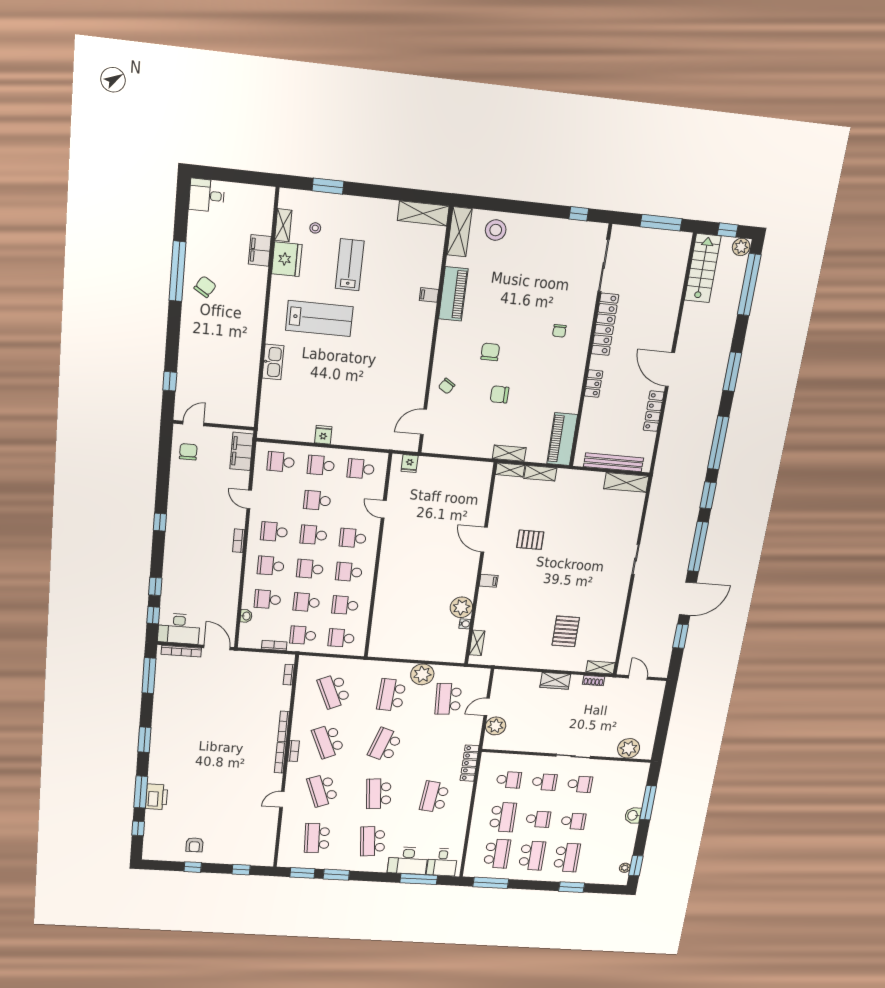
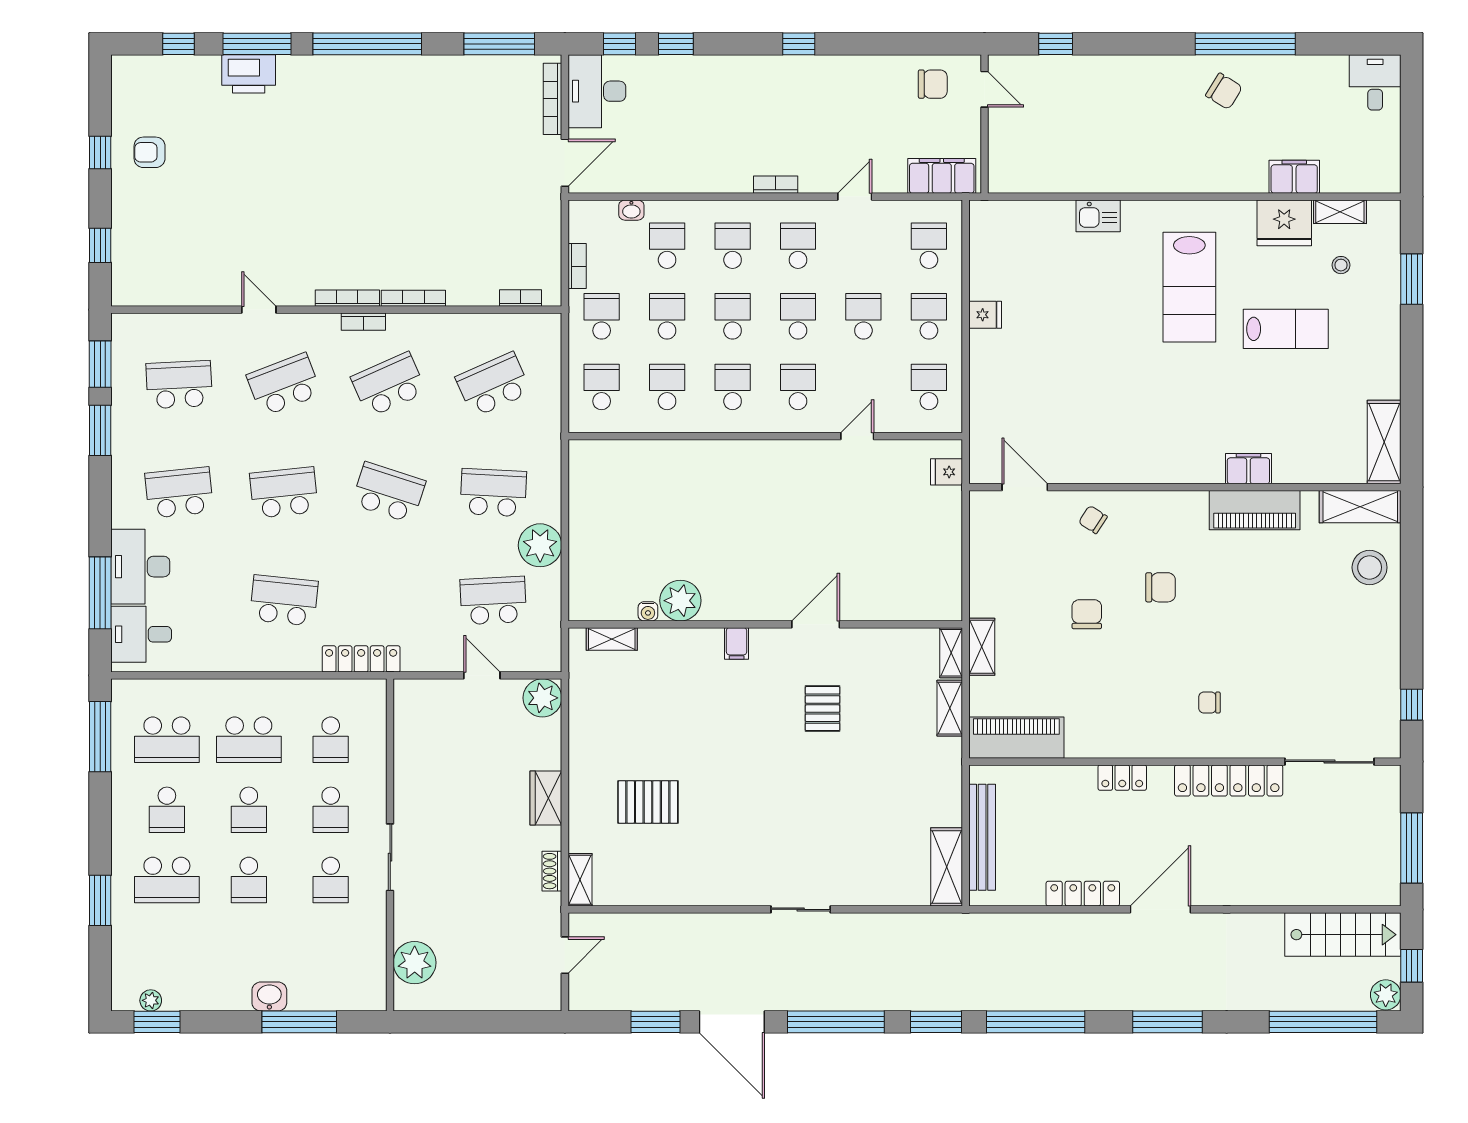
filing cabinet: (429, 295) -> (1248, 469), width x2.00
kitchen sink: (273, 362) -> (1098, 216), width x0.73
plant: (496, 726) -> (542, 698), moved
window: (144, 740) -> (367, 44), width x2.11
school desk: (532, 856) -> (167, 810), width x0.54

